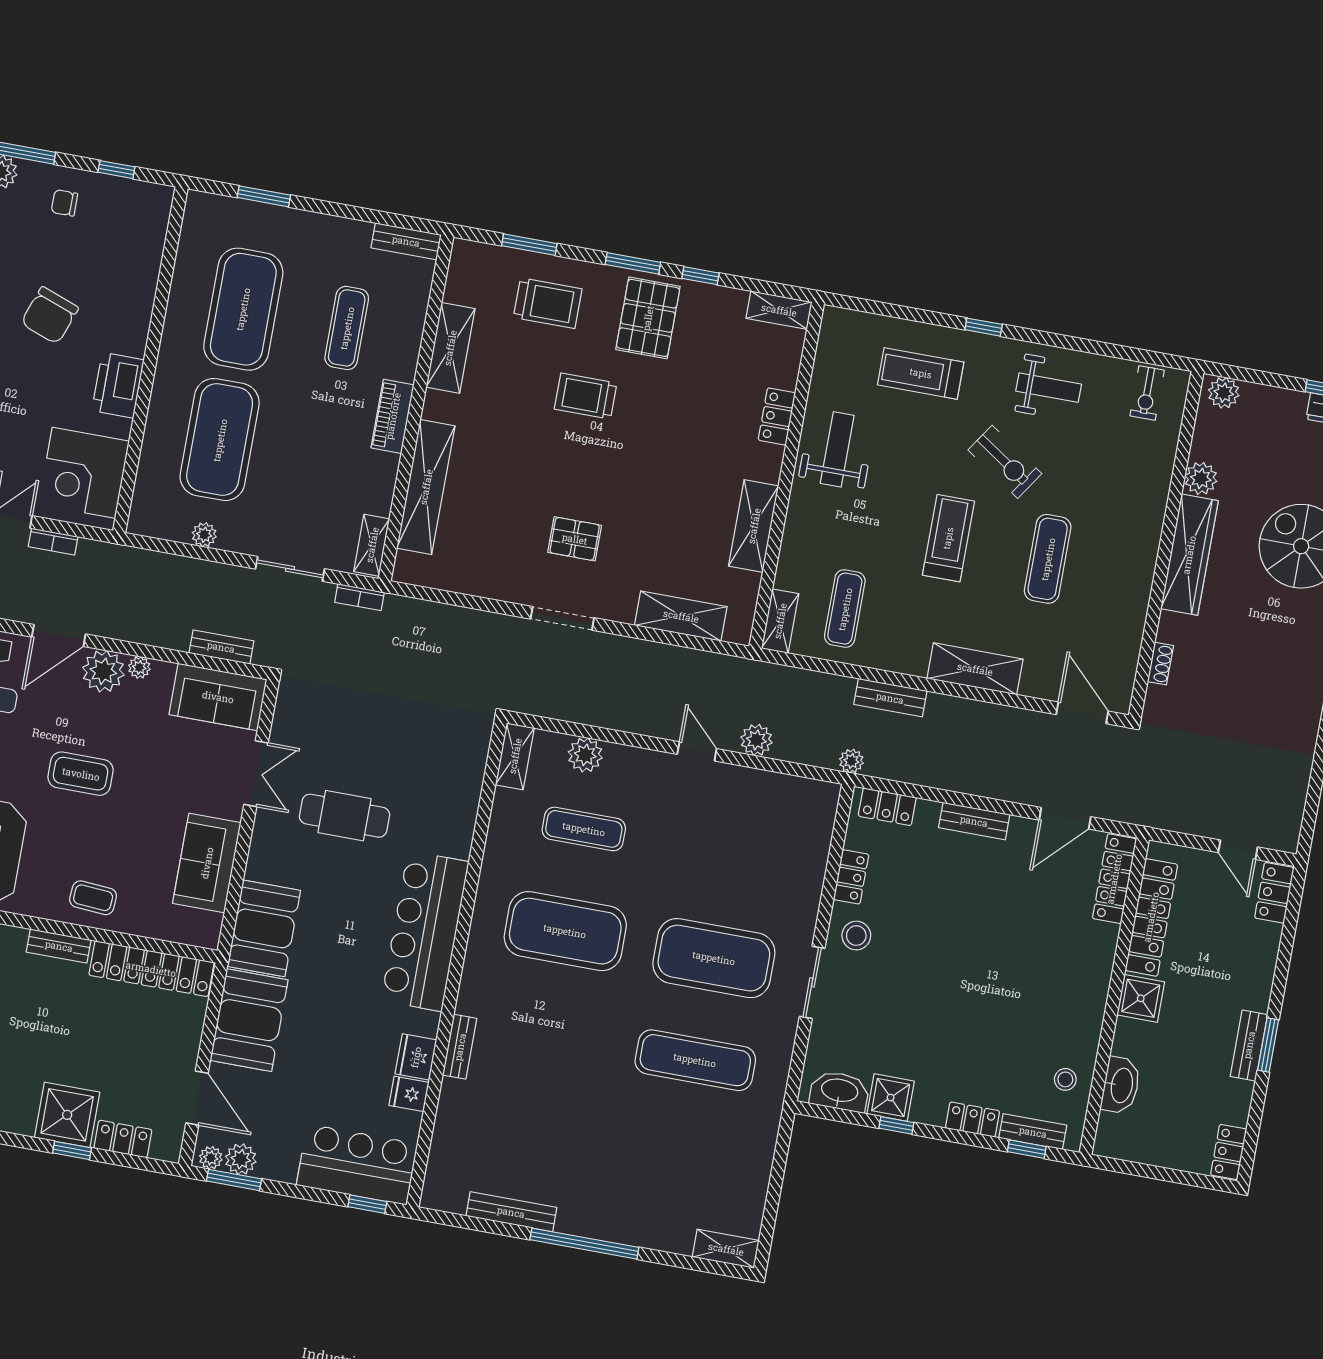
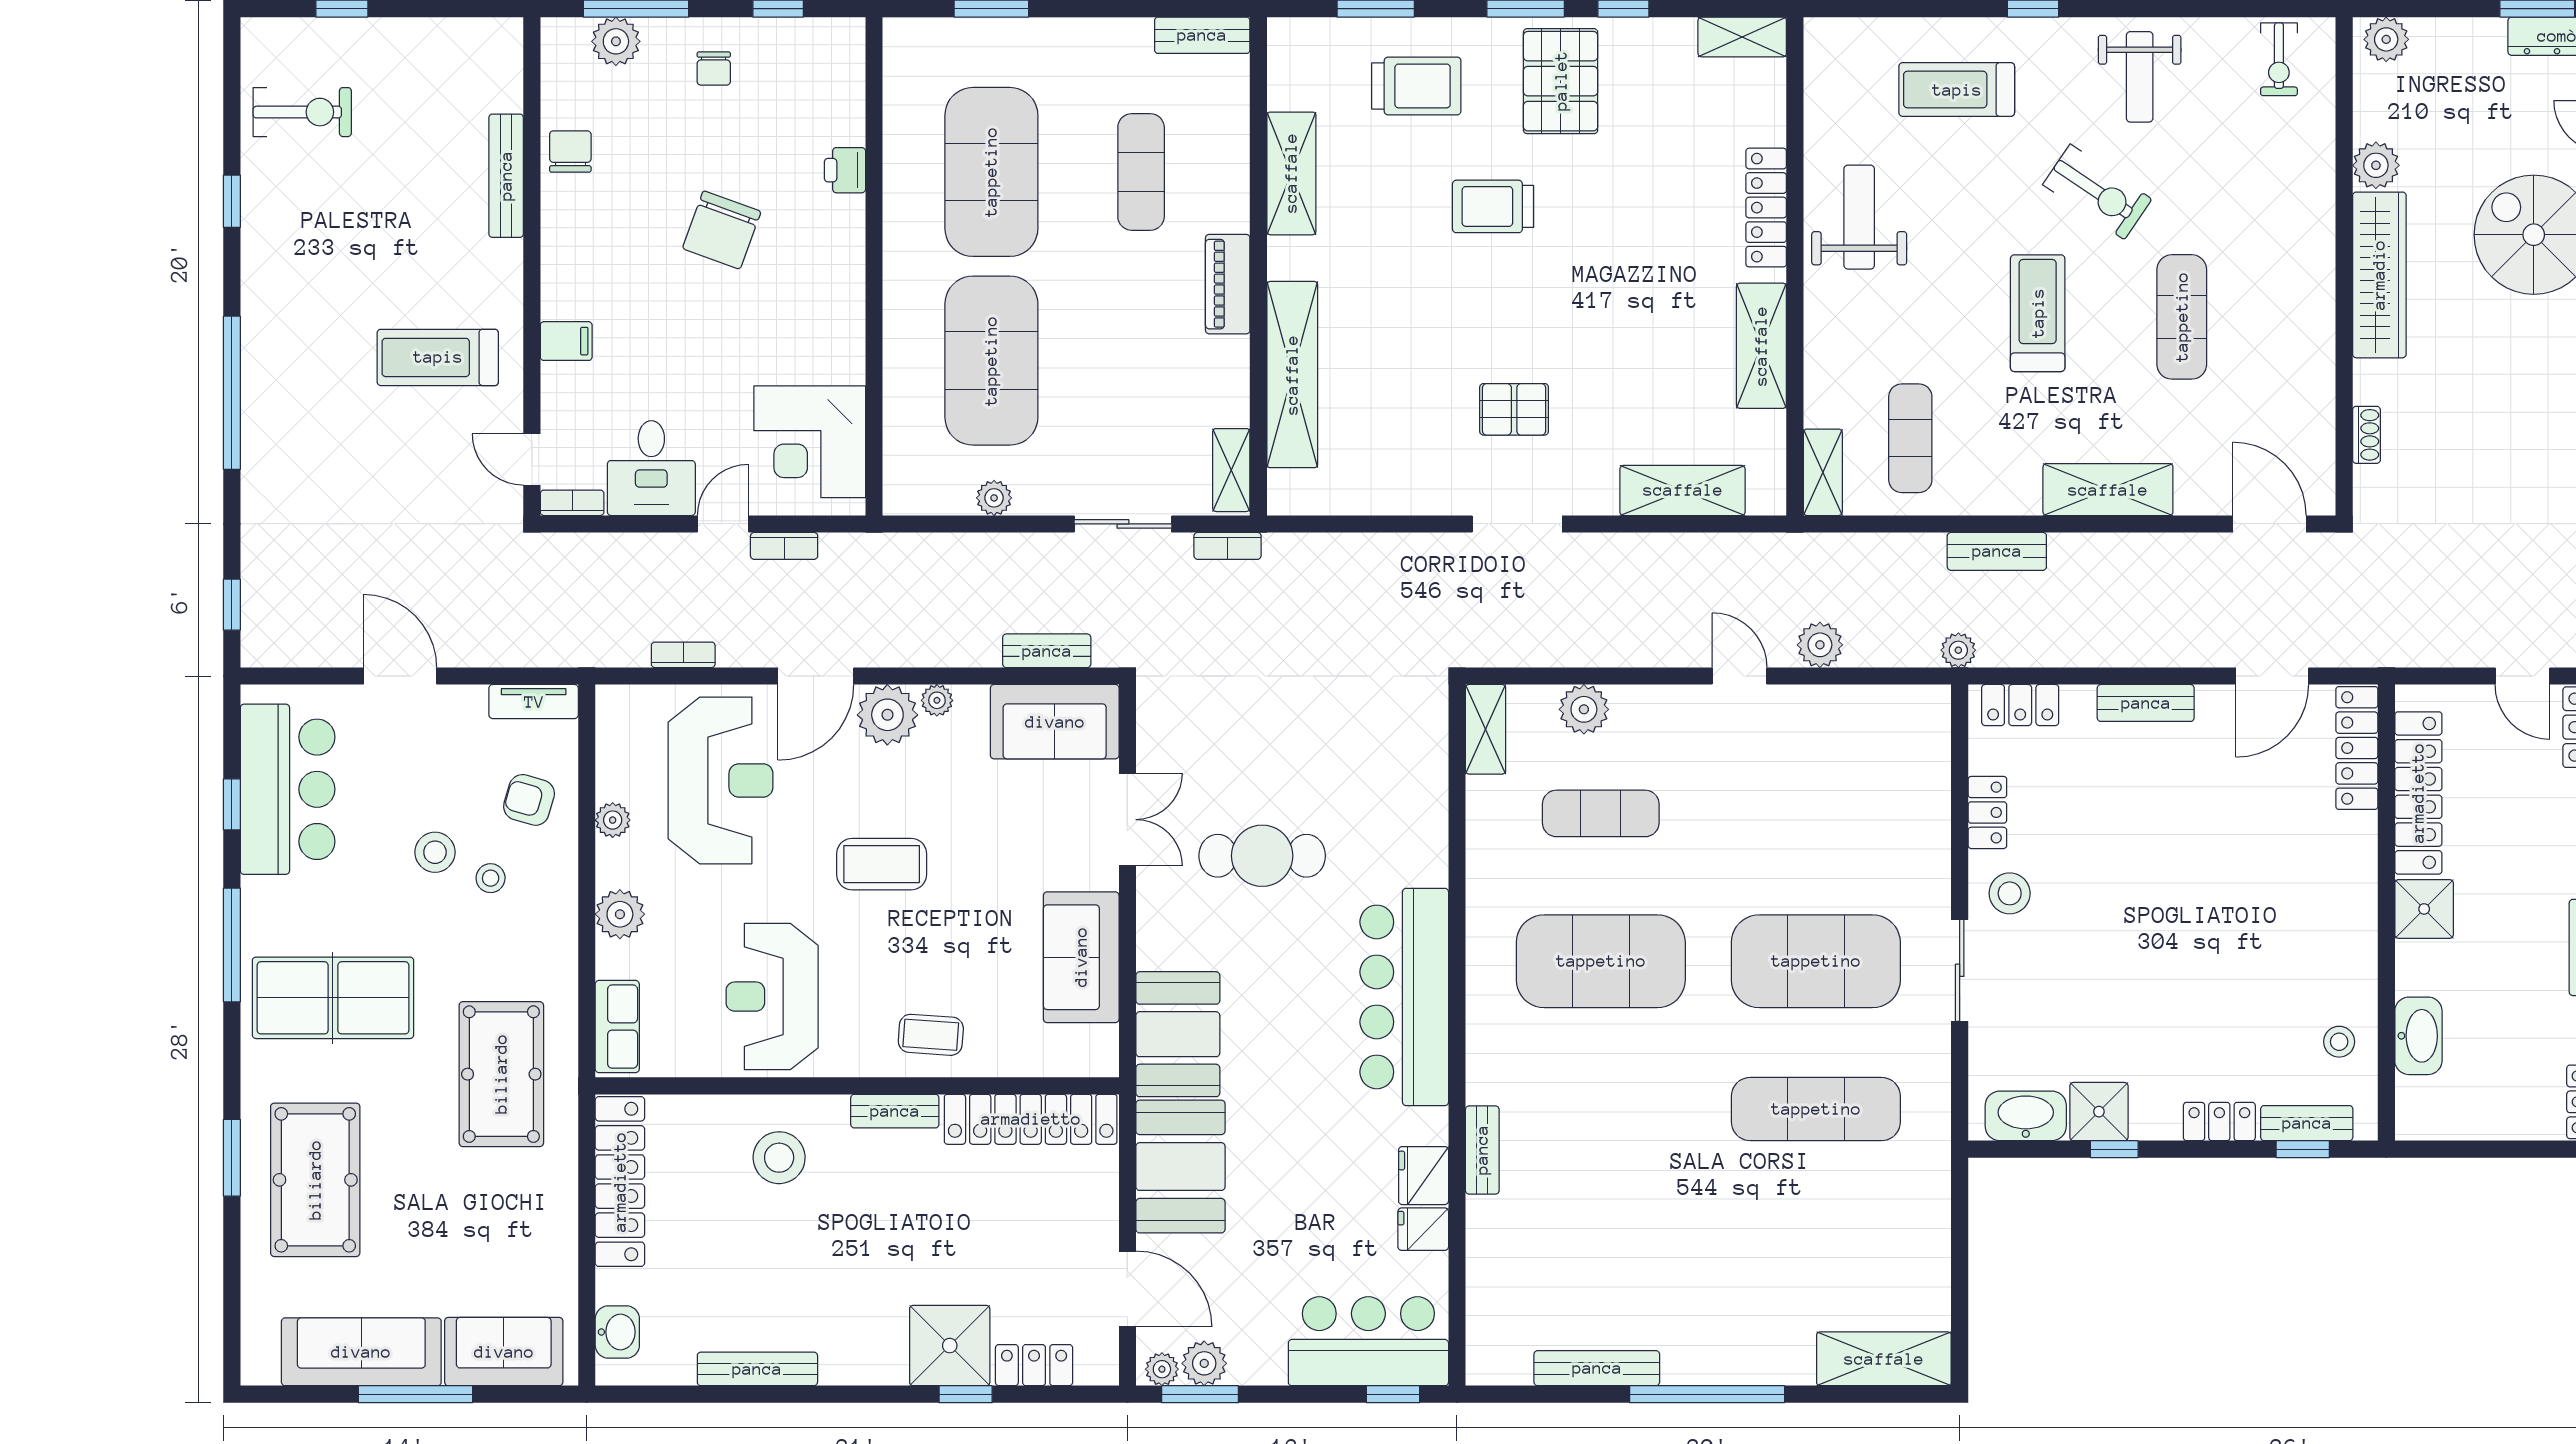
chair: (64, 203) -> (714, 69), turned -90
printer: (118, 385) -> (845, 170), moved, width x0.53, depth x0.68
weight bench: (1049, 388) -> (2140, 77), turned 90
locker: (777, 416) -> (1766, 208), width x1.53
shelving: (726, 1249) -> (1884, 1359), width x1.50, depth x1.33

